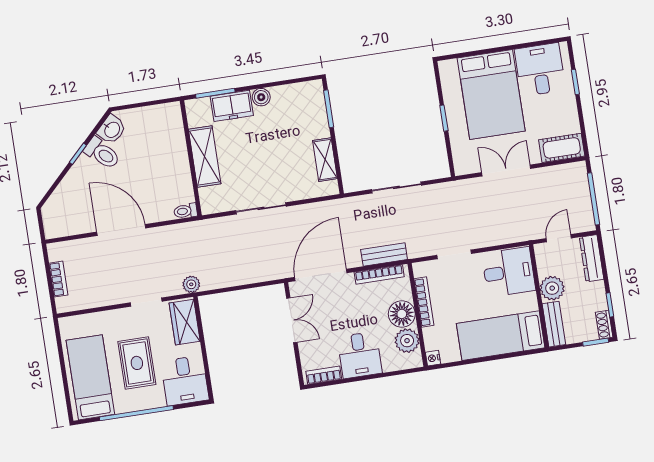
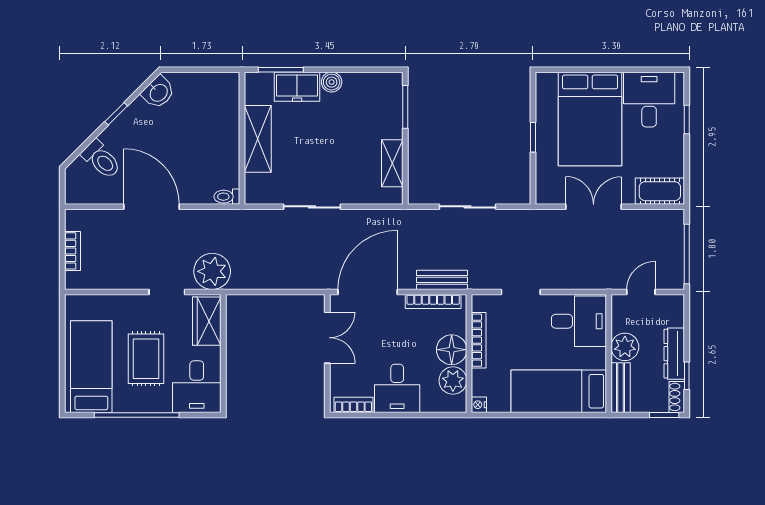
toilet: (102, 153) -> (101, 159), moved
dresser: (592, 258) -> (674, 354), moved
plant: (191, 284) -> (212, 271), width x1.87, depth x1.87

